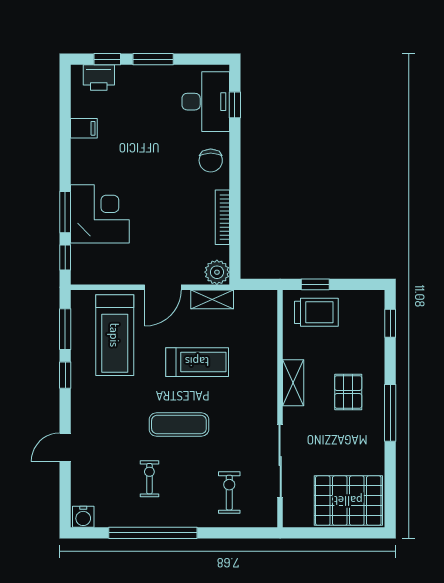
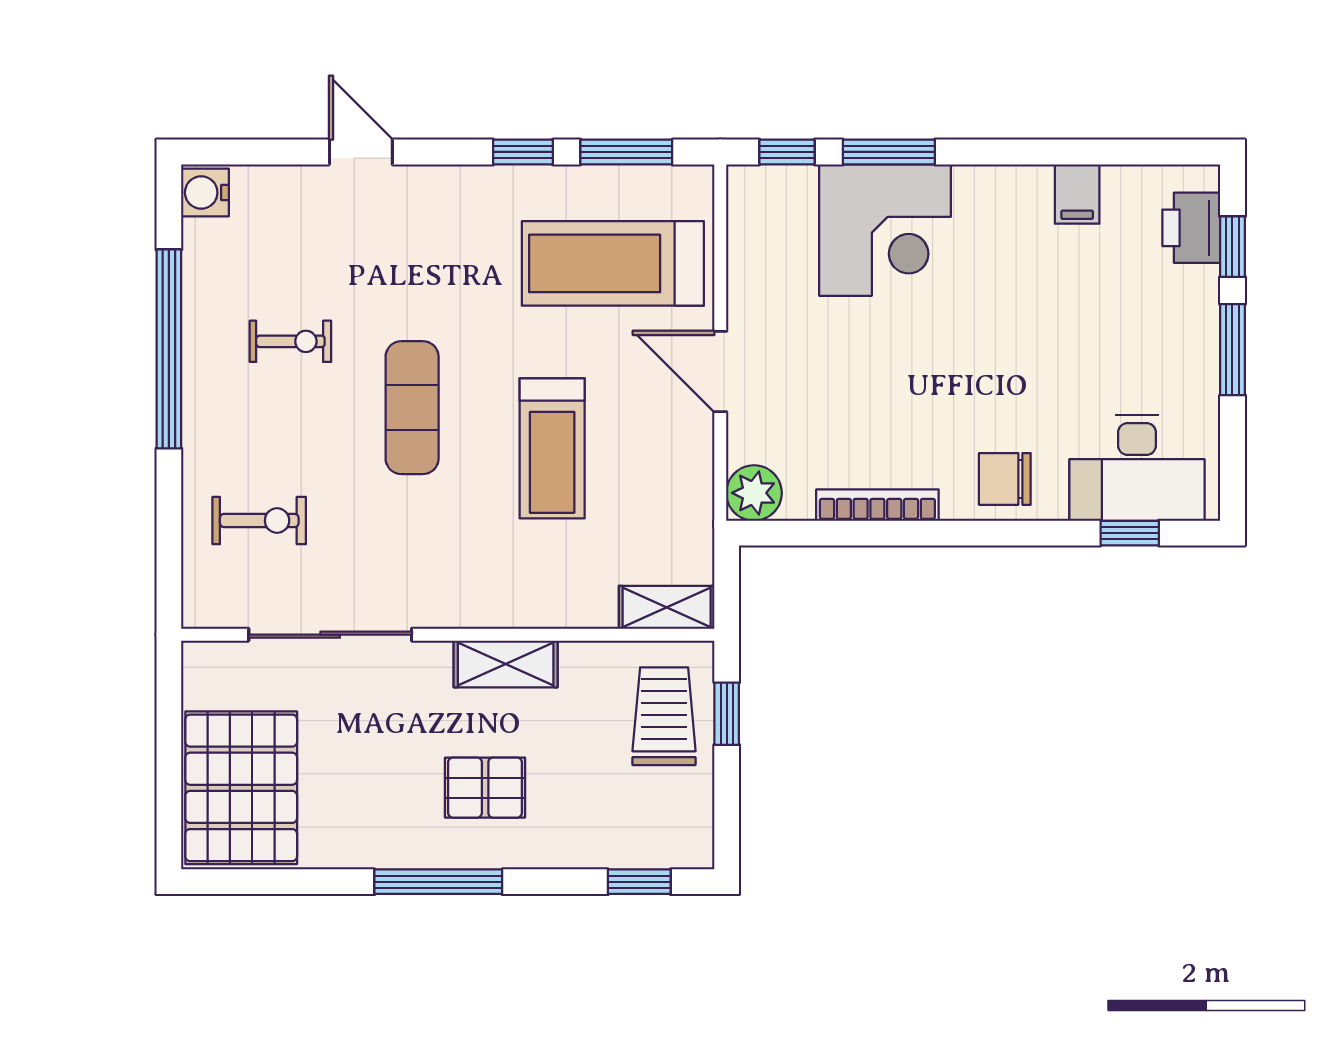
shelving: (212, 299) -> (667, 607), moved, turned 90
trolley: (316, 312) -> (664, 716), turned 180

